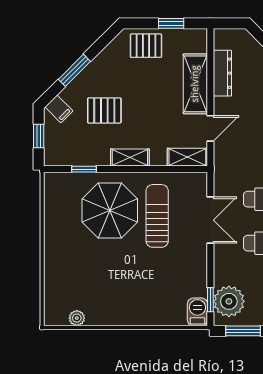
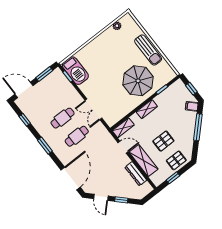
window: (74, 70) -> (198, 127), width x1.44
pallet: (104, 110) -> (163, 141), moved
door: (210, 128) -> (123, 147), swing flipped
sun lounger: (157, 216) -> (148, 50), moved
plant: (229, 301) -> (60, 82), removed
barbecue: (197, 312) -> (75, 71), width x1.88, depth x1.53

